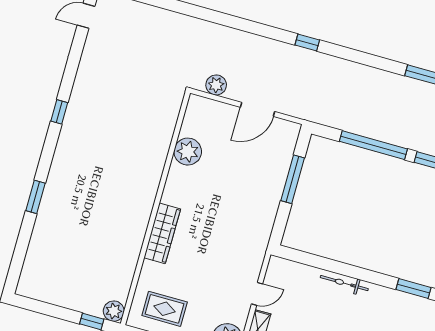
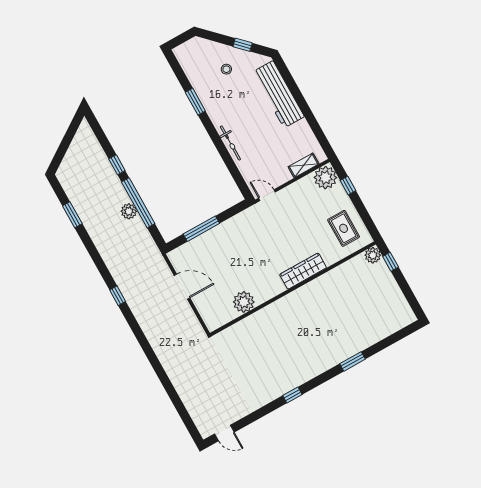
plant: (216, 85) -> (129, 211), moved
door: (257, 294) -> (267, 195), moved

